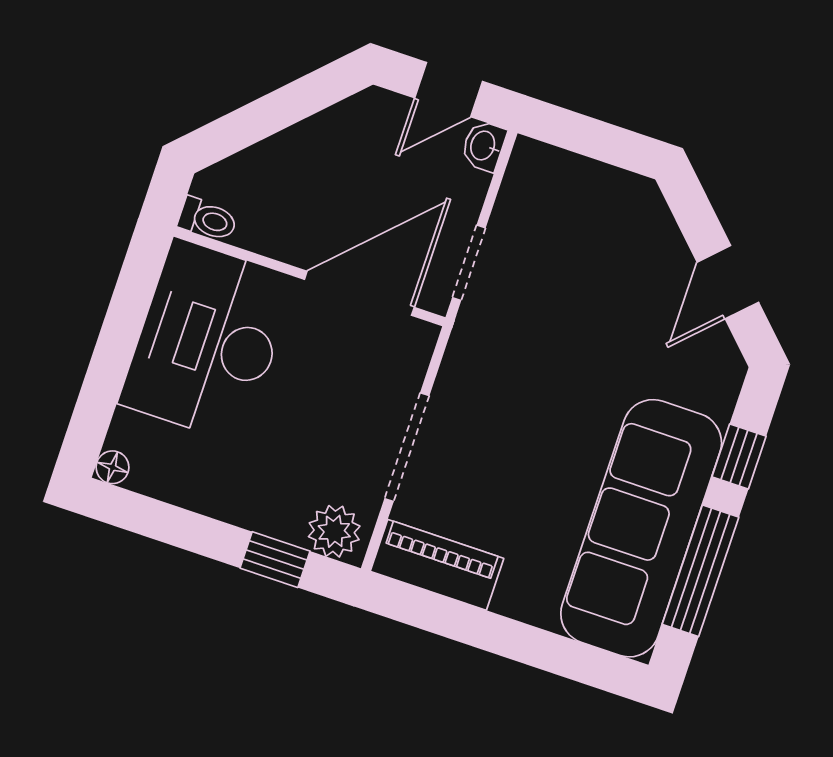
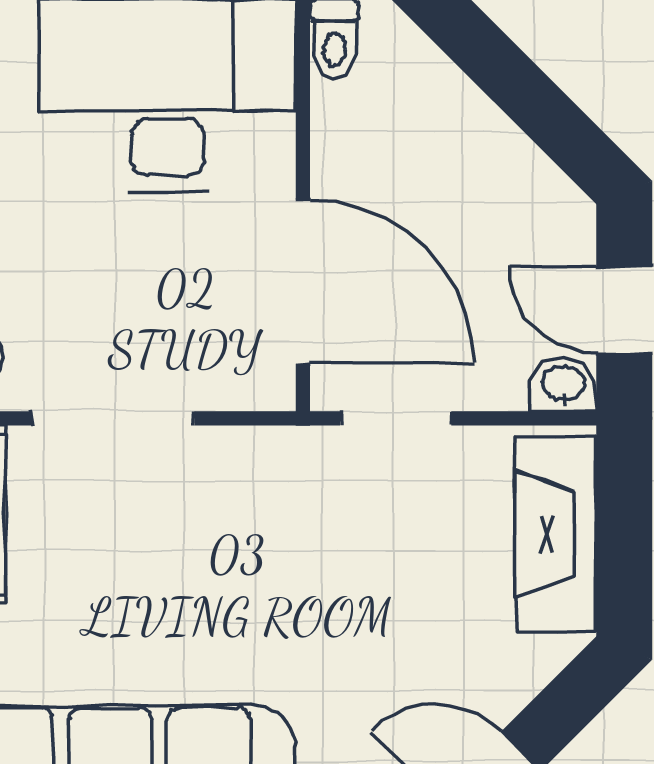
fireplace: (580, 183) -> (556, 534), added

